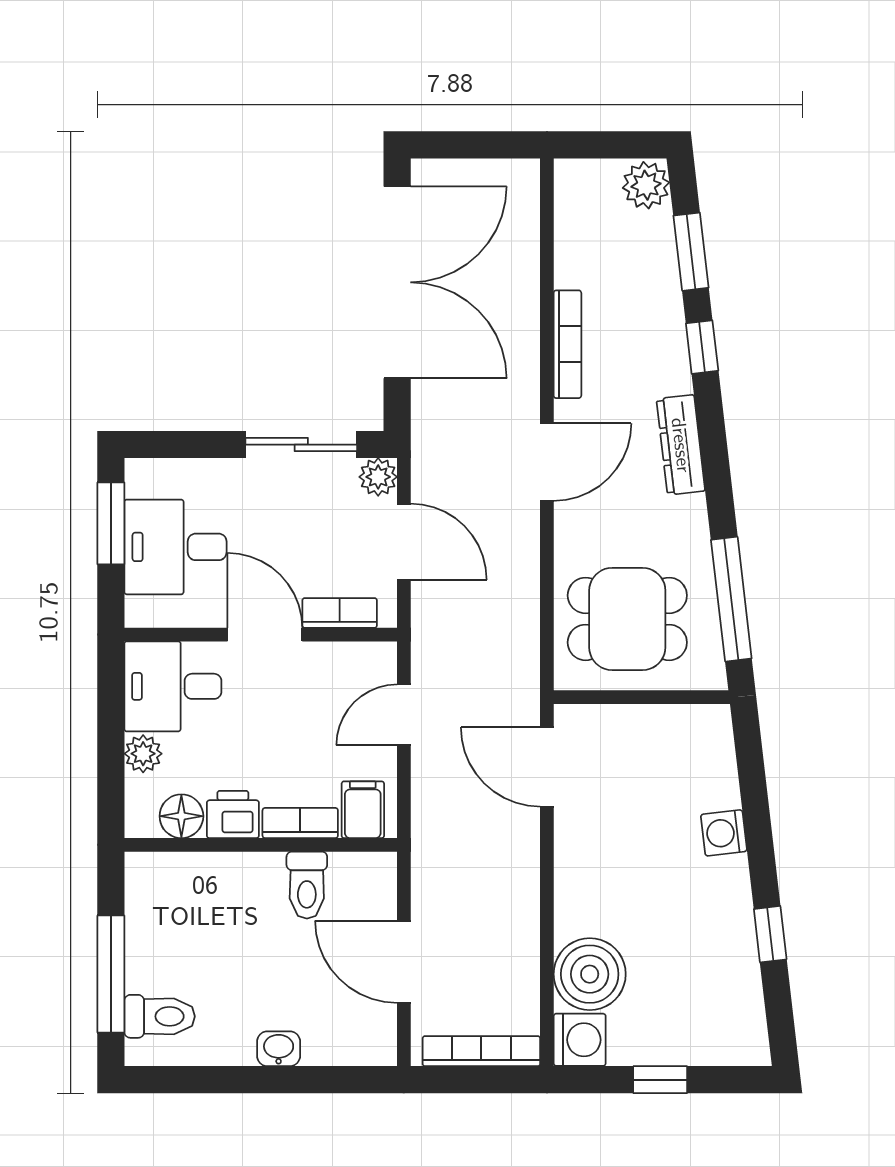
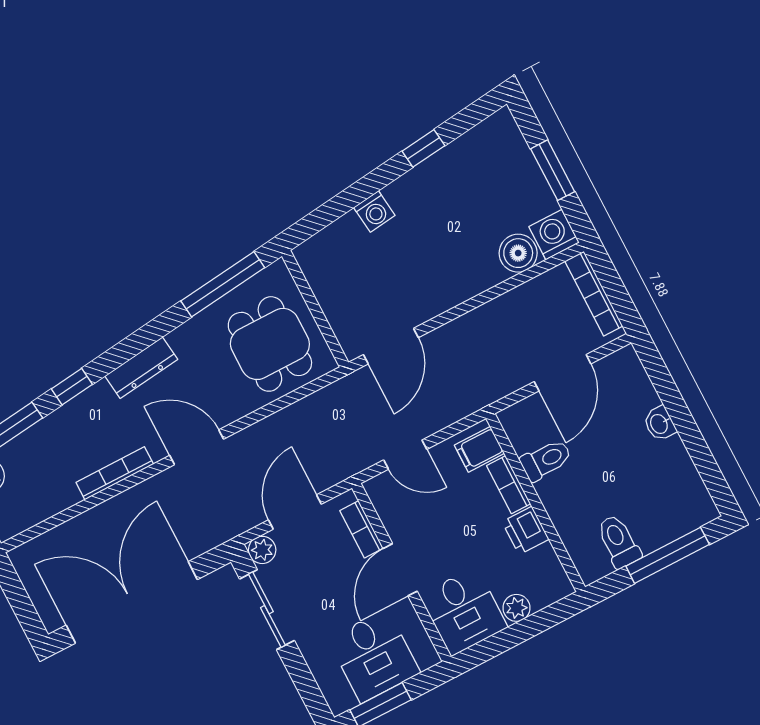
floor lamp: (181, 816) -> (544, 563), removed
boiler: (590, 974) -> (518, 253), width x0.73, depth x0.73
toilet: (160, 1016) -> (619, 541), moved
window: (660, 1080) -> (553, 170), width x1.50

